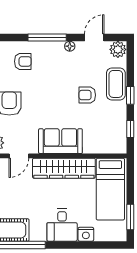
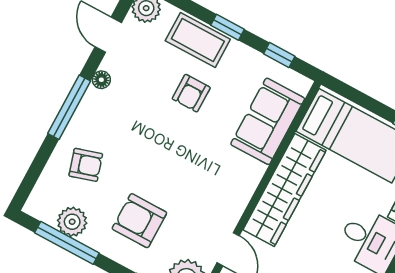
armchair: (23, 61) -> (86, 165), turned 73
sofa: (60, 141) -> (268, 121), moved

